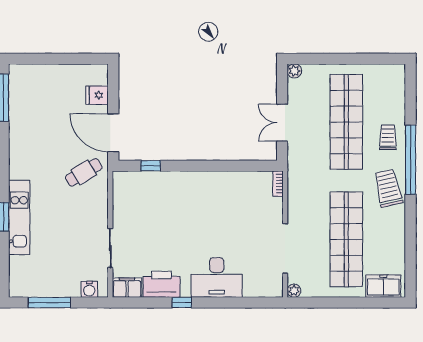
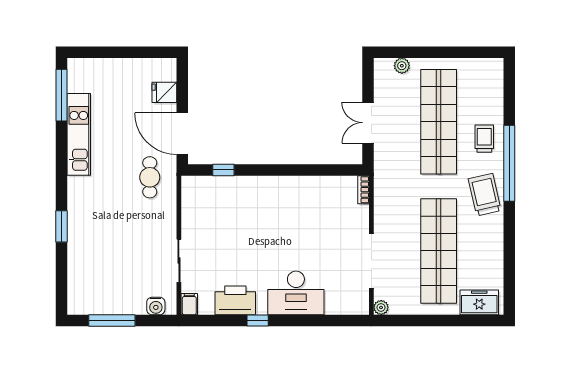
plant: (294, 71) -> (402, 66), moved
cafe table: (84, 172) -> (150, 177), turned -59
kitchen unit: (19, 217) -> (79, 134), moved
filing cabinet: (127, 288) -> (189, 304), width x0.50

